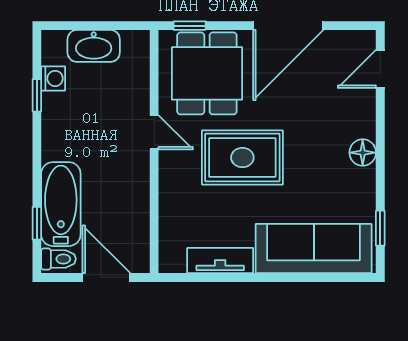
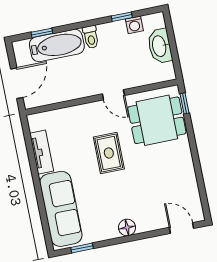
door: (288, 26) -> (197, 165), removed
door: (154, 132) -> (113, 95), hinge flipped
rug: (242, 158) -> (109, 153), width x0.73, depth x0.70
toilet: (58, 259) -> (91, 37), moved

